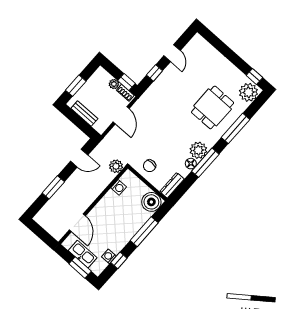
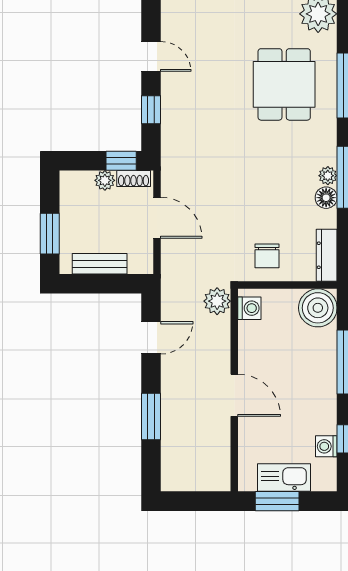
plant: (198, 150) -> (328, 176), width x0.53, depth x0.53
washing machine: (119, 187) -> (249, 308), moved
door: (77, 223) -> (234, 395), moved
window: (80, 267) -> (277, 501), moved

